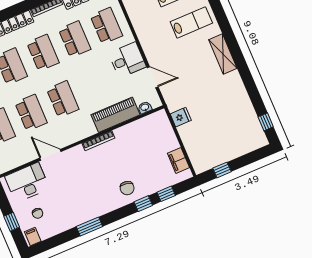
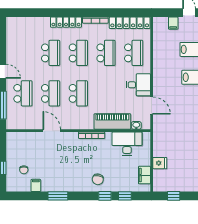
fridge: (181, 117) -> (160, 163), moved
desk: (27, 182) -> (127, 144), moved
filing cabinet: (33, 237) -> (36, 185), moved

